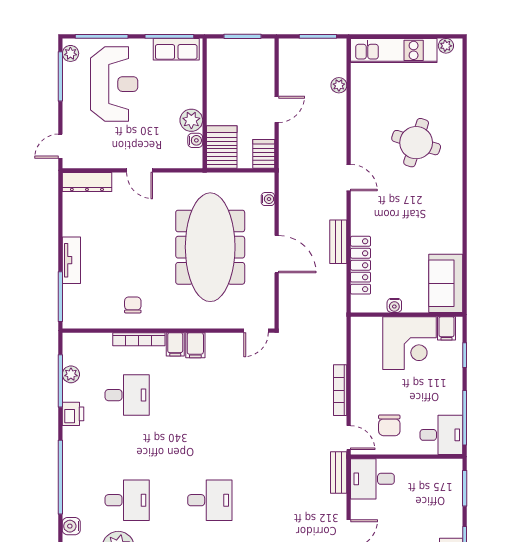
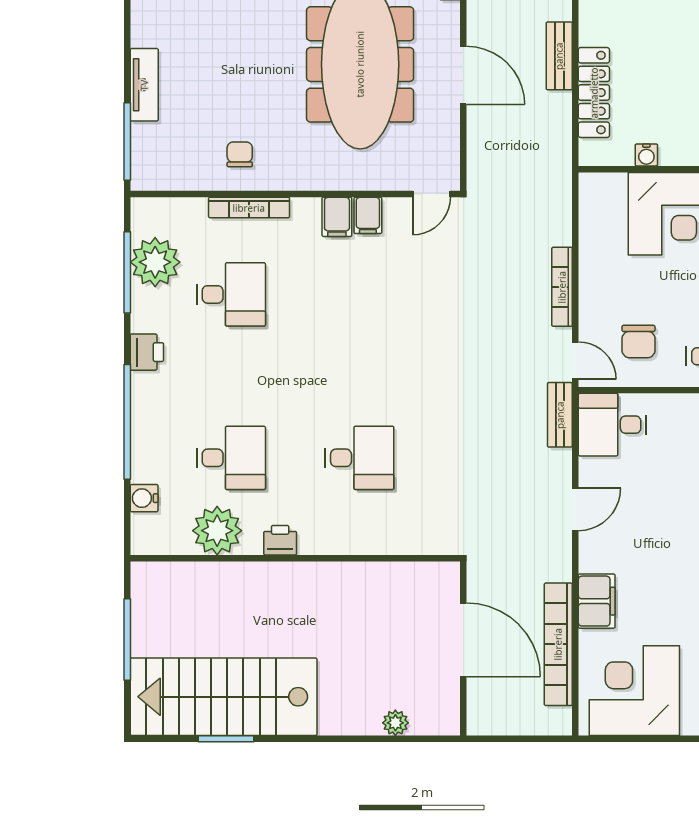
filing cabinet: (175, 344) -> (368, 215), moved
plant: (71, 374) -> (155, 262), width x1.88, depth x1.88
printer: (73, 414) -> (147, 352), moved

